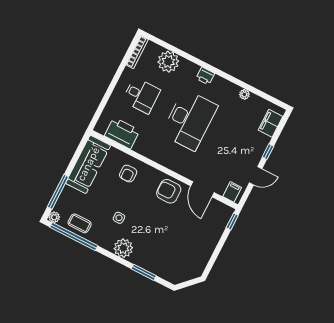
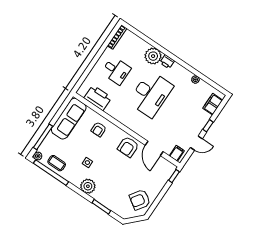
plant: (168, 62) -> (153, 56), moved
armchair: (169, 191) -> (128, 147), turned -90
armchair: (192, 257) -> (140, 200), added

